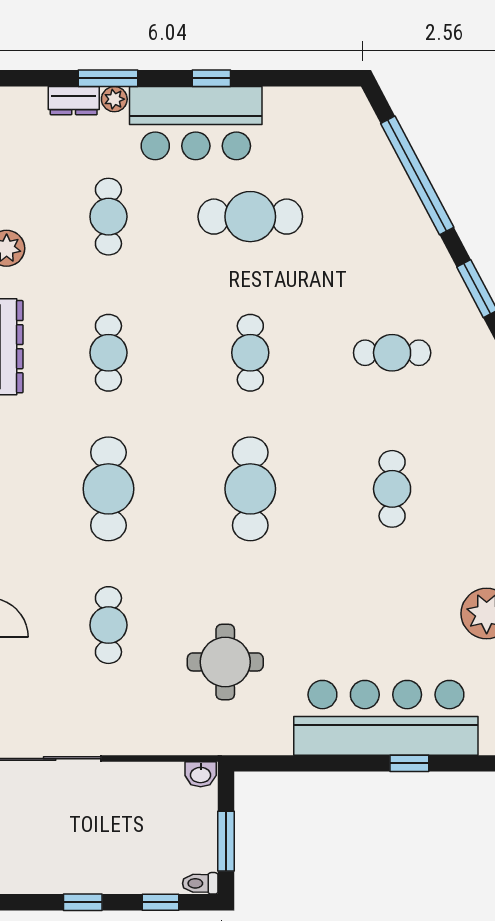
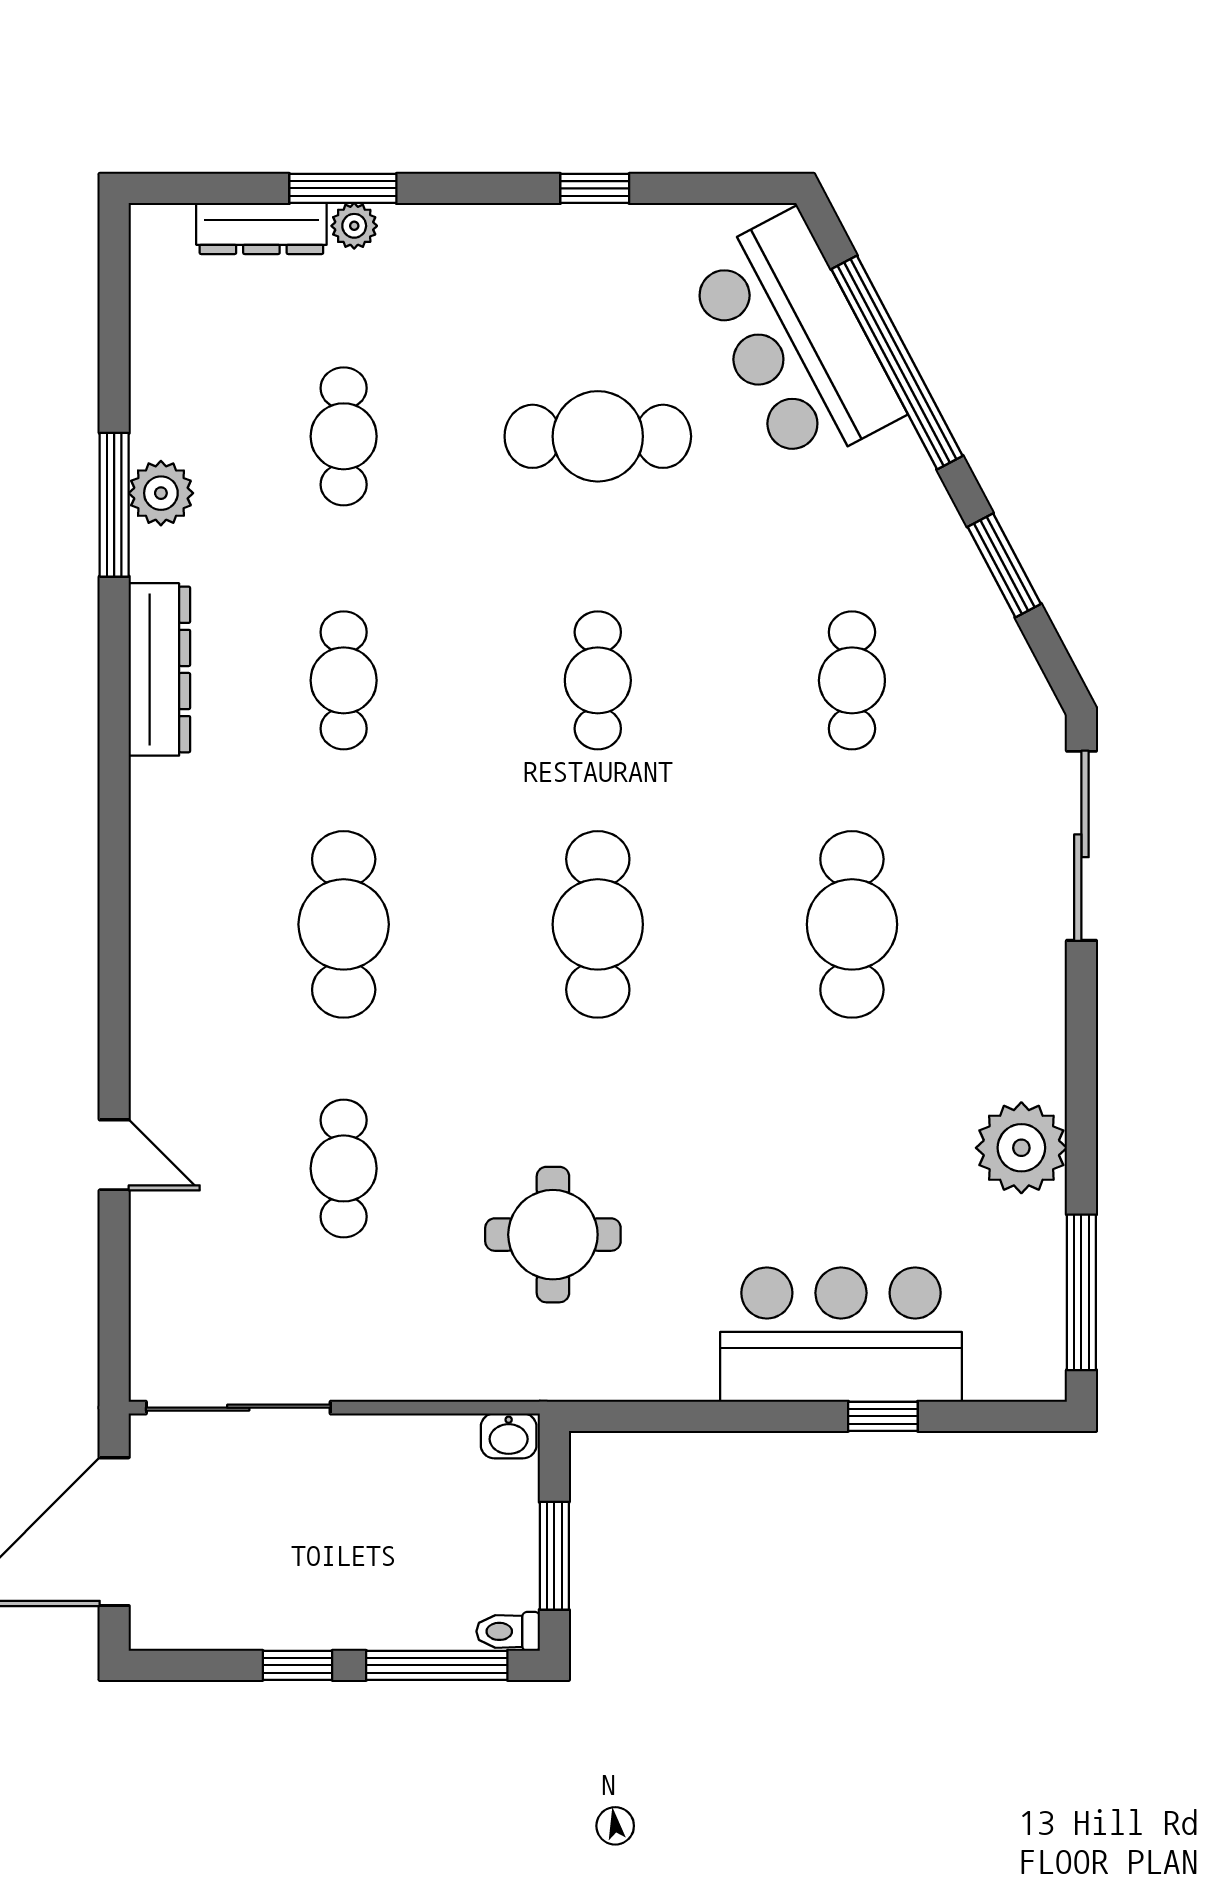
window: (211, 78) -> (595, 188), moved
dresser: (74, 101) -> (261, 228), width x1.44
bar counter: (196, 123) -> (795, 340), moved, turned 62
cafe table: (392, 353) -> (852, 680), turned 90
cafe table: (392, 489) -> (852, 924), width x1.37, depth x1.35
bar counter: (386, 718) -> (841, 1335), width x0.73
window: (160, 902) -> (437, 1665), width x2.17

